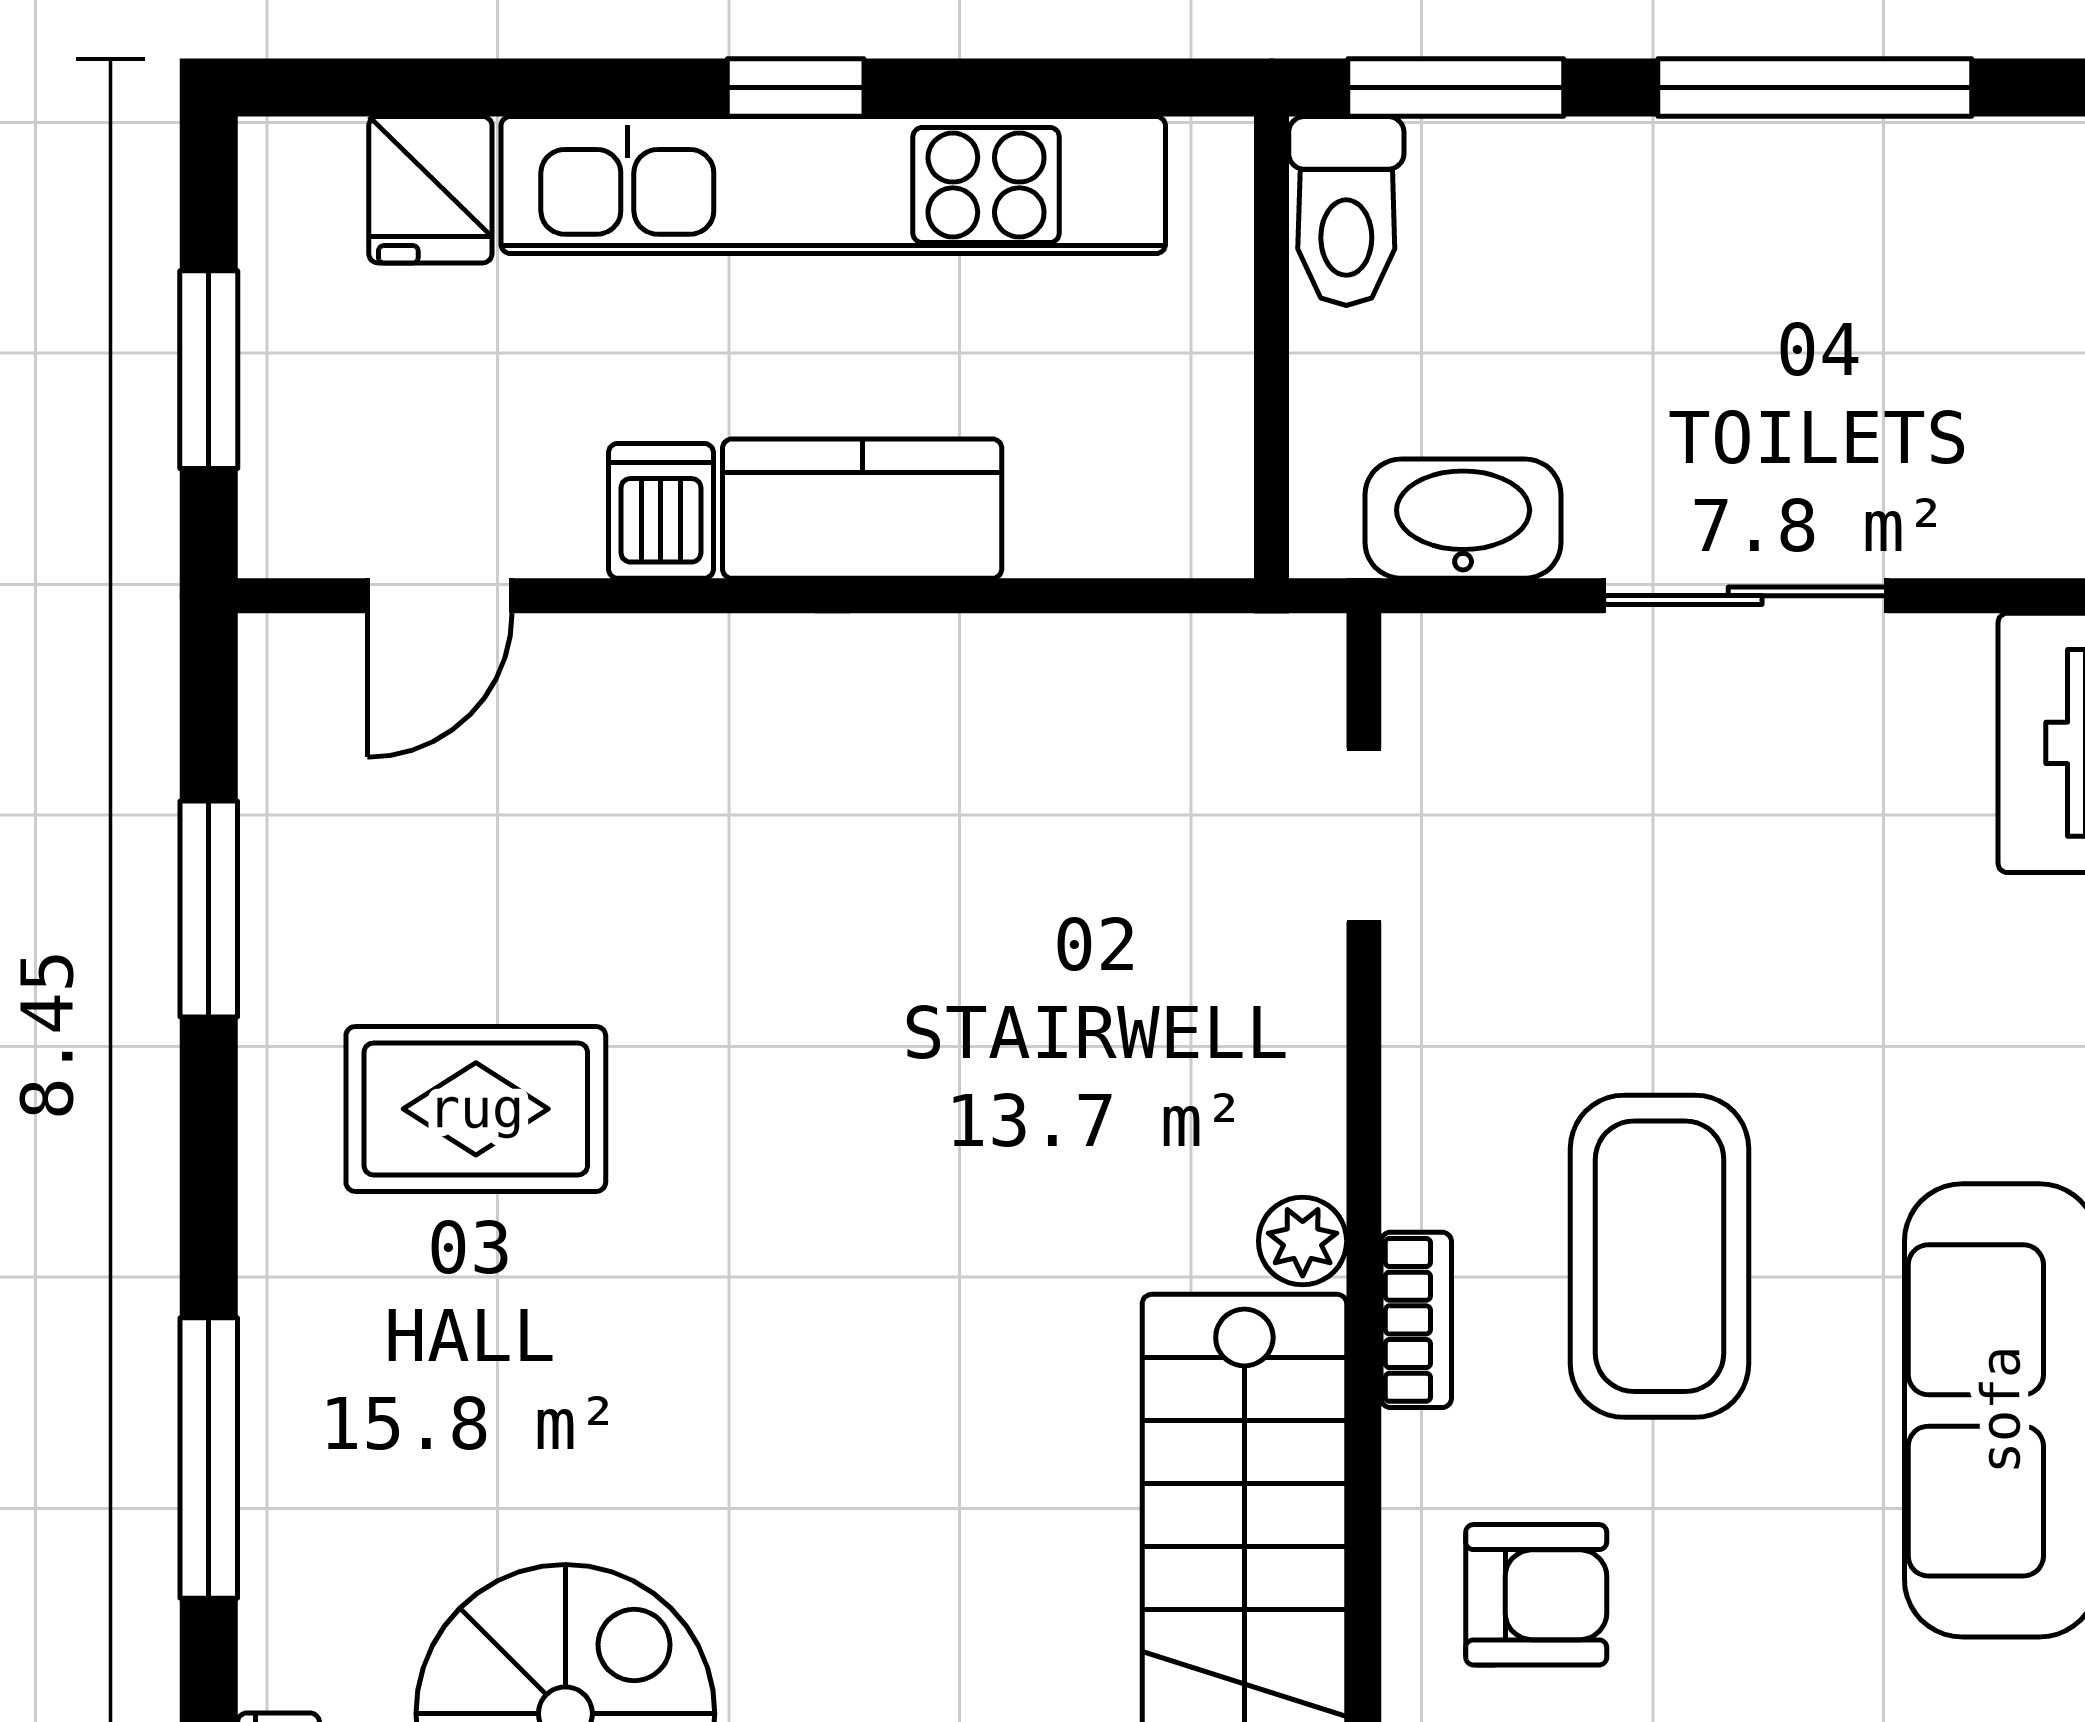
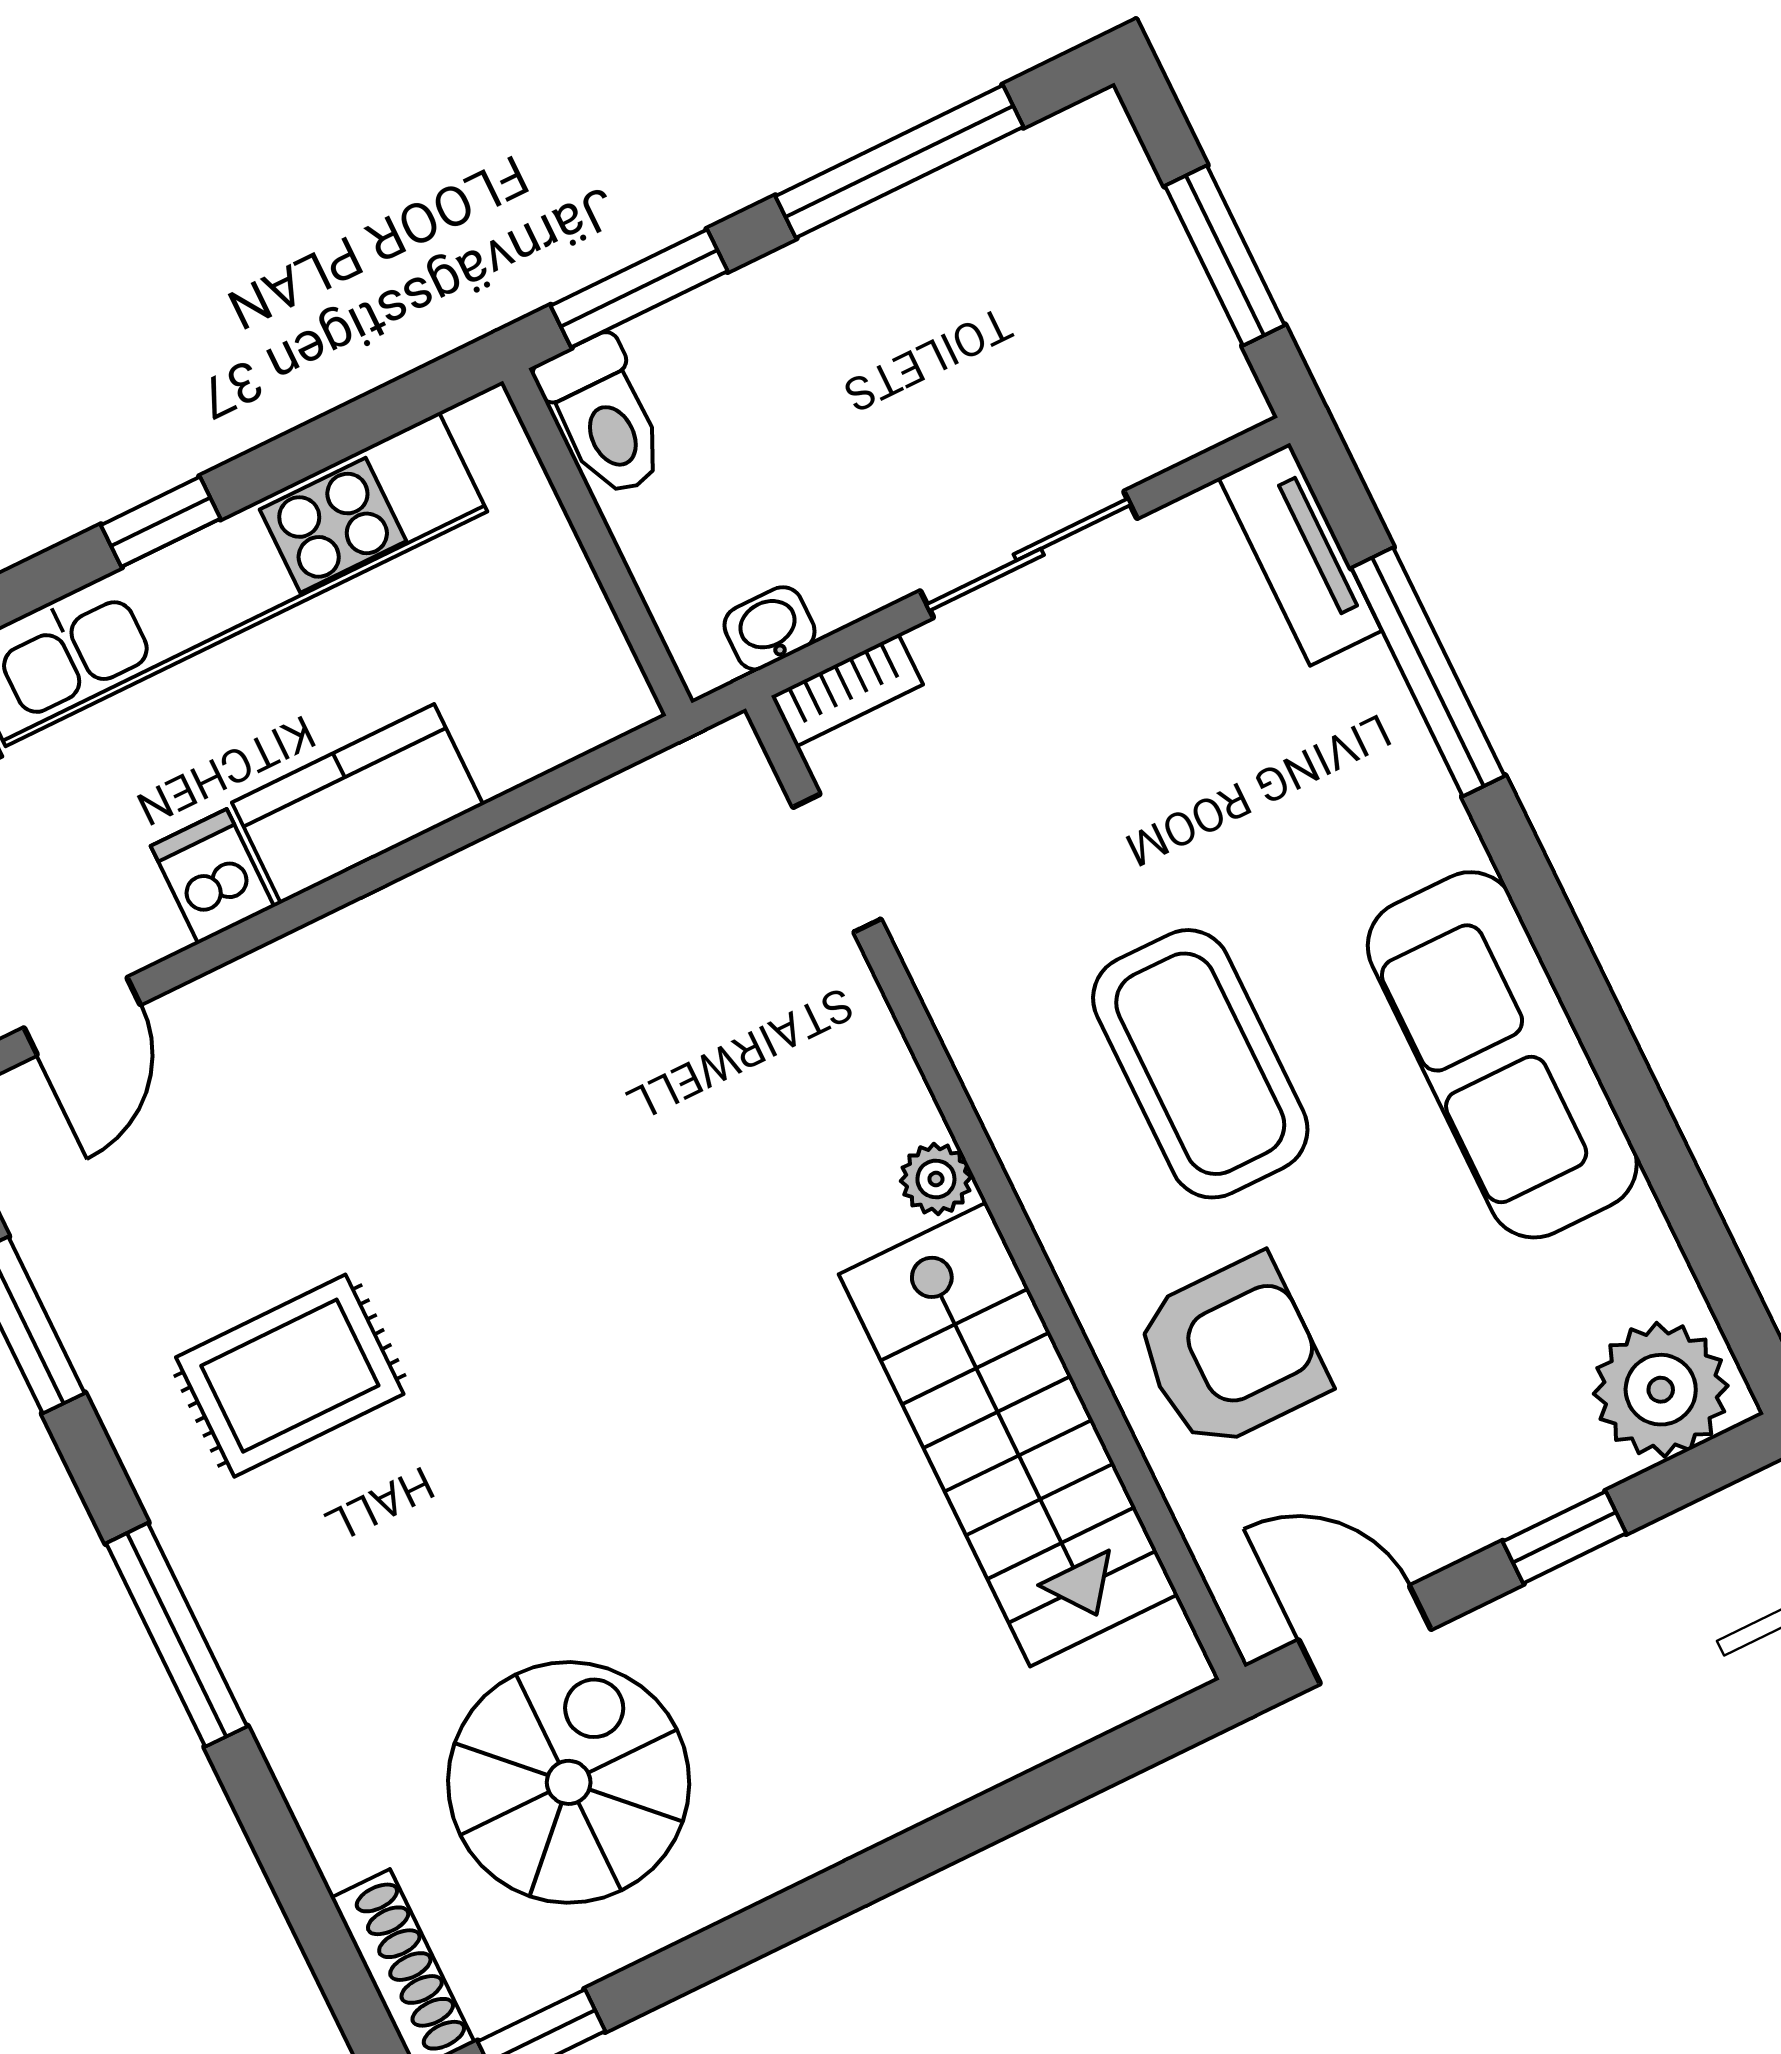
washbasin: (1463, 519) -> (770, 628), width x0.52, depth x0.69
bookcase: (1416, 1320) -> (847, 690), moved, turned 90
window: (209, 1458) -> (177, 1635), moved
armchair: (1536, 1595) -> (1231, 1353), width x1.38, depth x1.38

